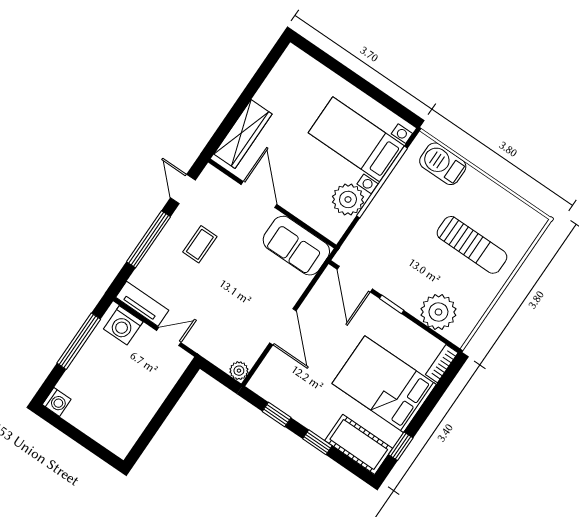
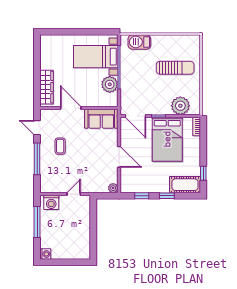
tv unit: (142, 304) -> (53, 188), removed
bed: (384, 384) -> (167, 139), moved, turned -90

